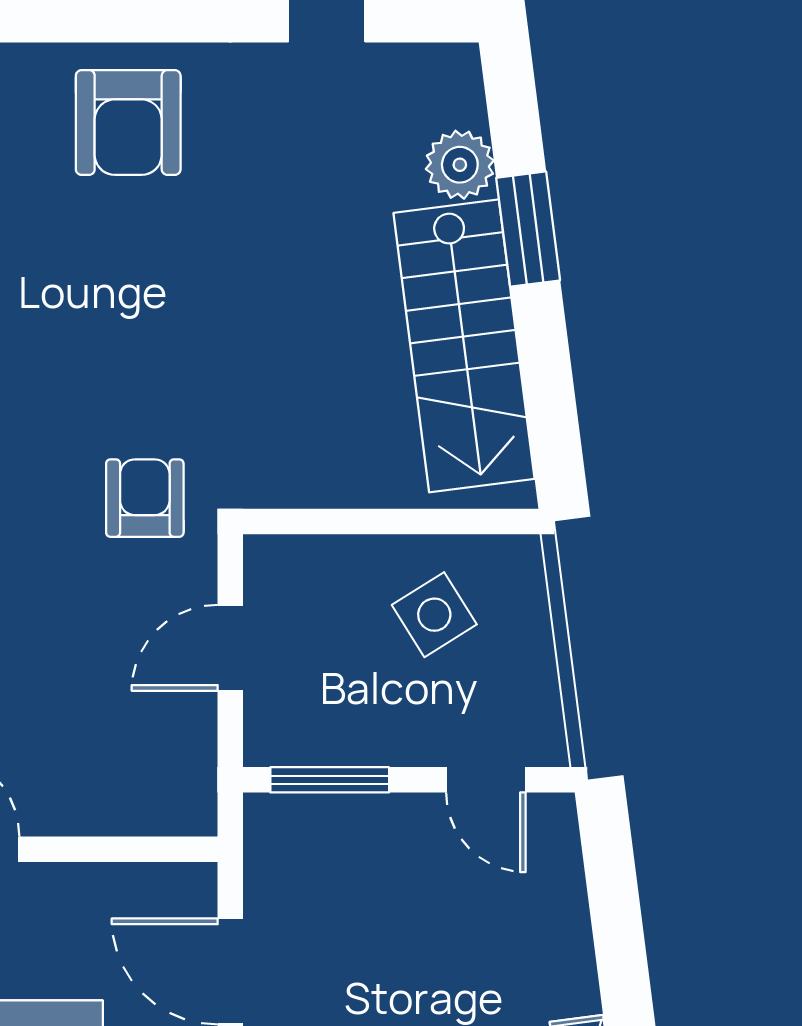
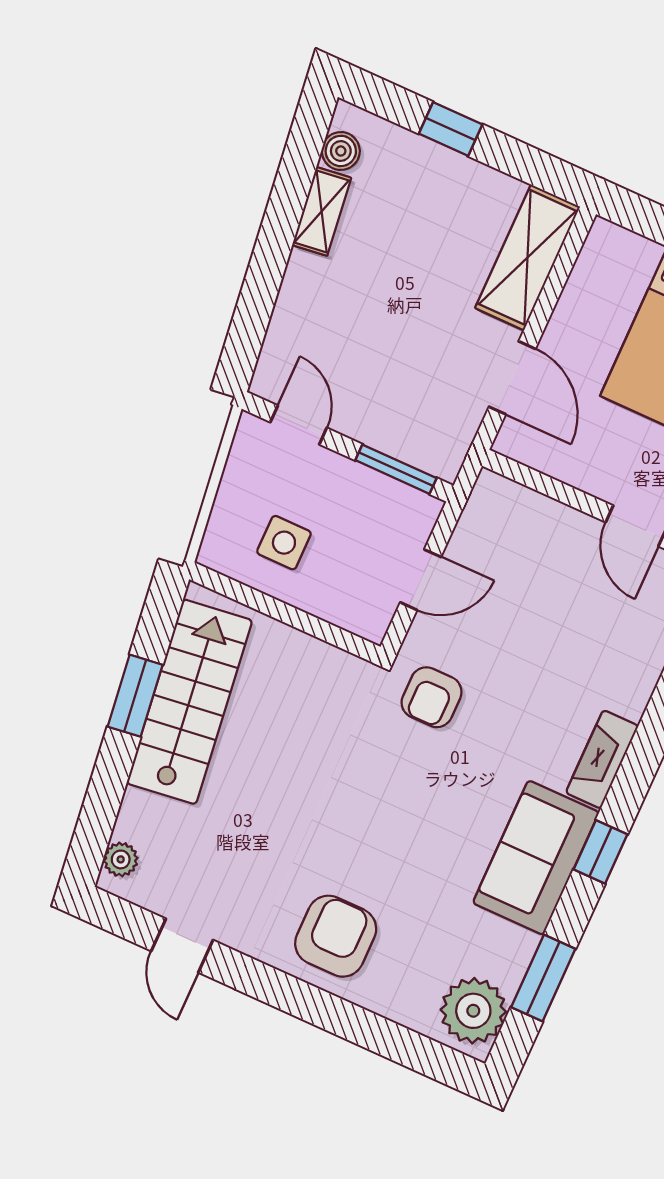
plant: (460, 165) -> (121, 859), moved, width x0.73, depth x0.73
window: (528, 229) -> (135, 696), moved
side table: (434, 615) -> (284, 543), turned 32

